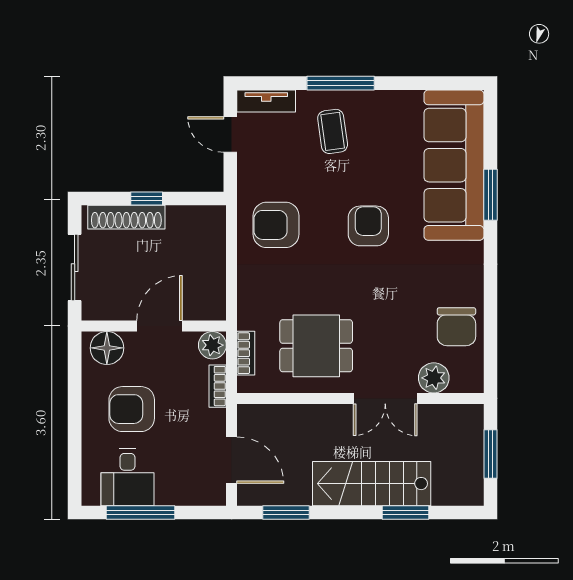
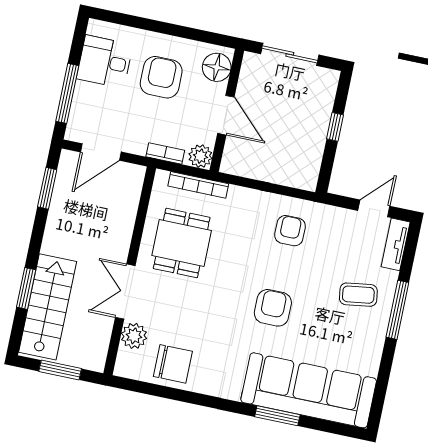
shoe rack: (126, 217) -> (323, 107), removed
armchair: (276, 225) -> (290, 231), width x0.72, depth x0.72
armchair: (368, 226) -> (273, 308), turned -90
chair: (456, 327) -> (173, 364), turned 180
bookcase: (246, 353) -> (198, 185), width x1.56
stairs: (372, 484) -> (48, 307), moved
window: (140, 512) -> (67, 93), moved

